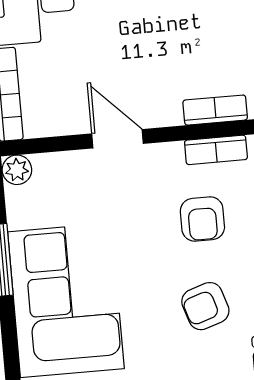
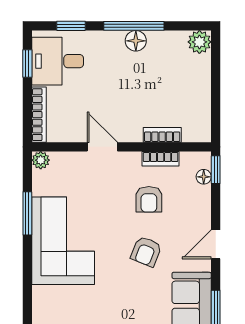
armchair: (205, 306) -> (146, 251), turned -50

